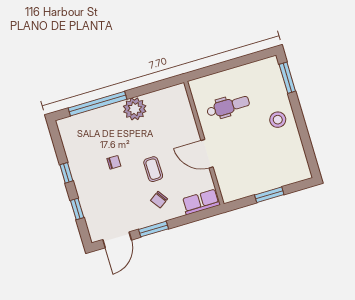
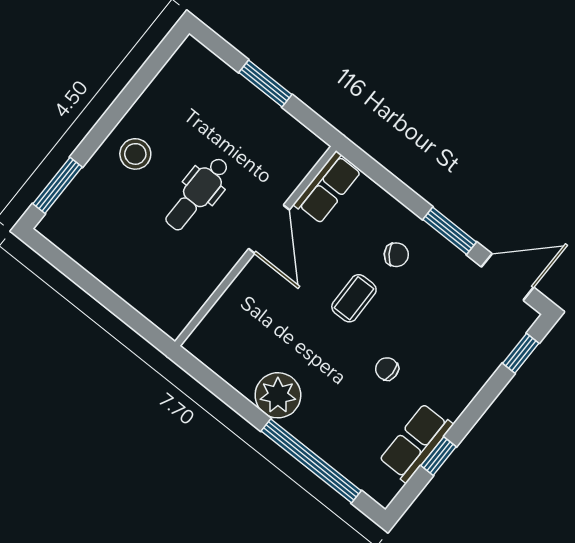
dental chair: (228, 106) -> (197, 194), moved, turned -90
row of seats: (74, 153) -> (416, 443), added
window: (66, 173) -> (439, 456), moved
row of seats: (201, 202) -> (327, 188), moved, turned -90
window: (77, 209) -> (521, 353), moved

